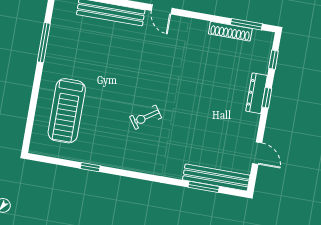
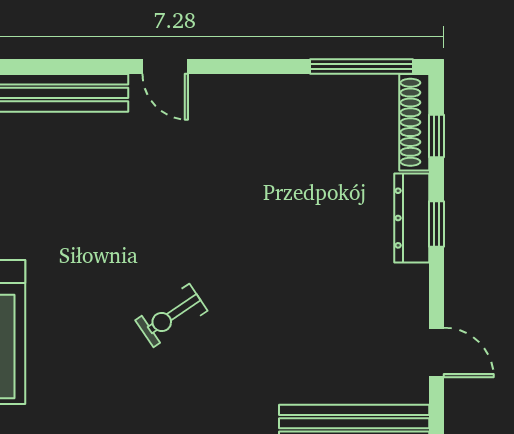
window: (246, 24) -> (362, 67), width x1.44
shoe rack: (230, 31) -> (414, 122), moved, turned 90

